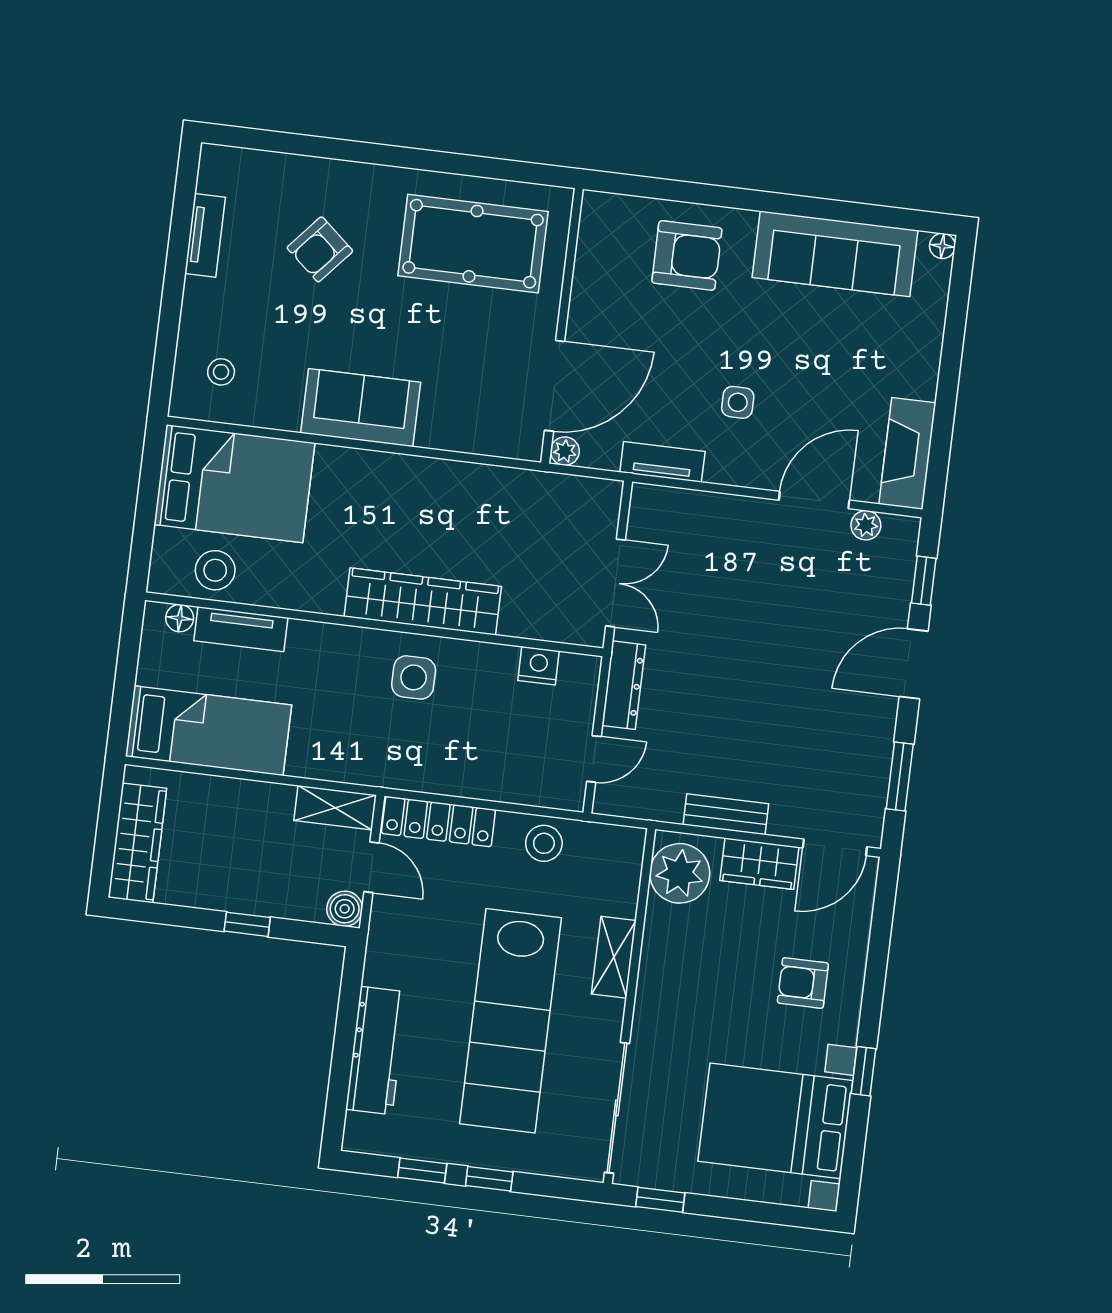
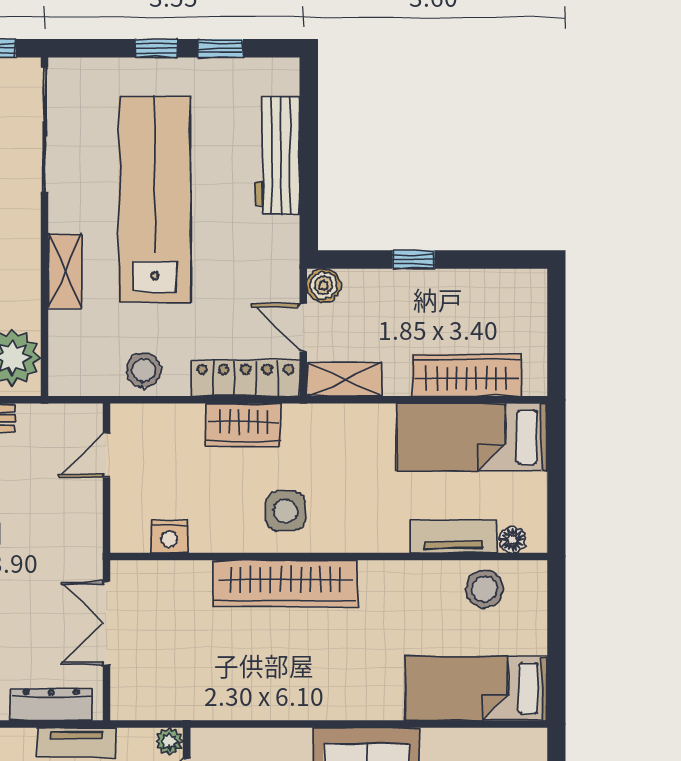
bed: (234, 484) -> (476, 688), width x0.67
dresser: (624, 685) -> (51, 705), moved, turned 90
wardrobe: (447, 773) -> (243, 425), added
wardrobe: (137, 843) -> (466, 375), moved, turned 90

